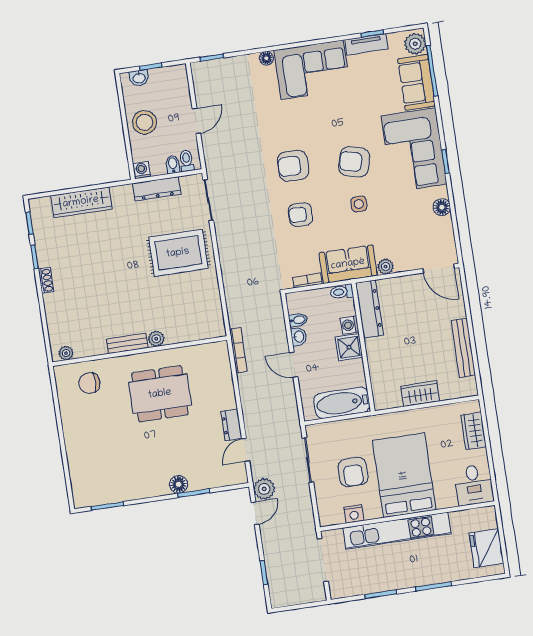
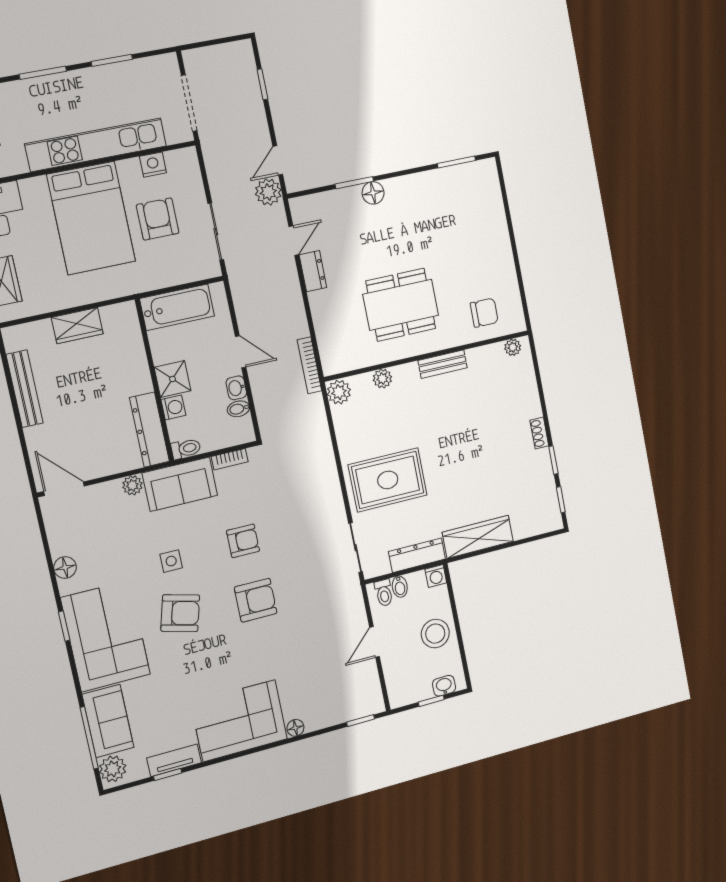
wardrobe: (81, 202) -> (478, 537), moved
plant: (215, 327) -> (339, 392), added
plant: (156, 339) -> (382, 378), moved

